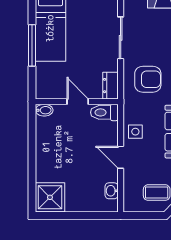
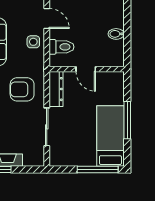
dresser: (111, 86) -> (56, 89), width x1.44
bidet: (44, 110) -> (116, 34), moved
toilet: (104, 112) -> (61, 47), moved

